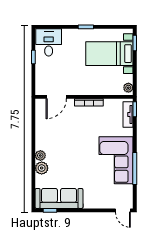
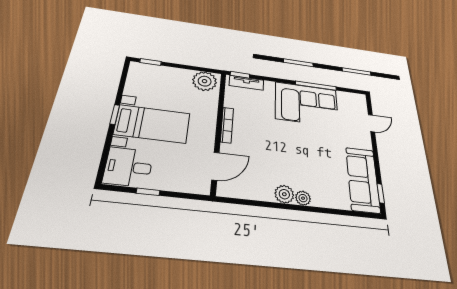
bed with nightstands: (109, 54) -> (152, 124), moved, turned -90
plant: (128, 88) -> (205, 81), width x1.88, depth x1.88
door: (56, 97) -> (215, 166), hinge flipped
plant: (42, 168) -> (284, 194), moved
door: (123, 210) -> (372, 123), moved

